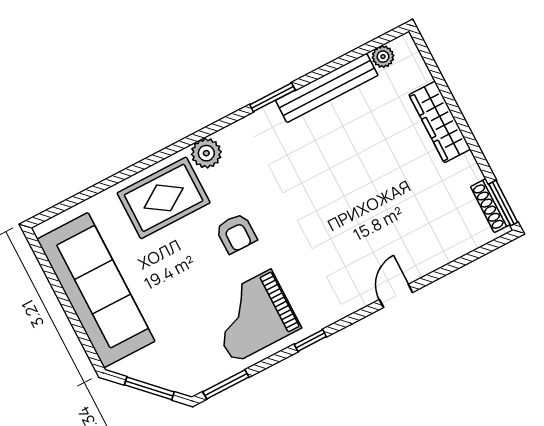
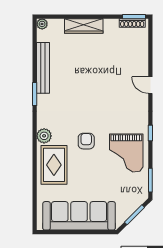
plant: (383, 57) -> (42, 24), moved
armchair: (236, 233) -> (86, 141), turned -90

